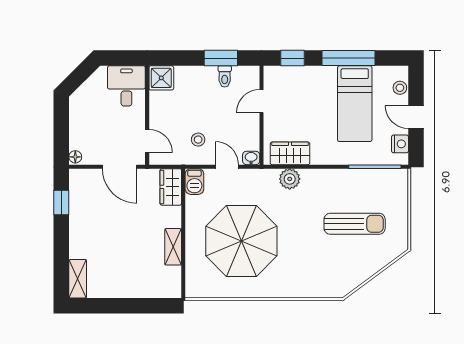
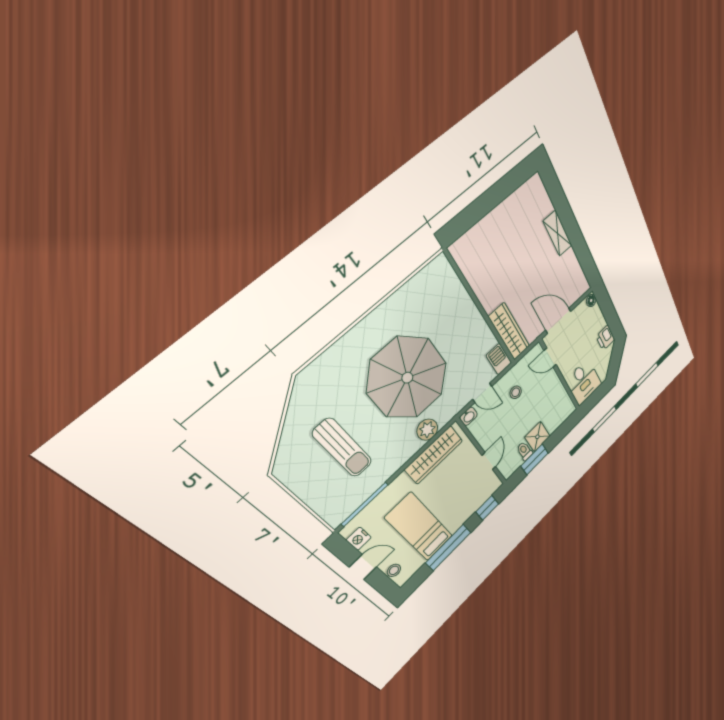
shower: (161, 78) -> (537, 437), moved
printer: (79, 108) -> (605, 338), added
wardrobe: (290, 153) -> (434, 455), width x1.50
wardrobe: (171, 187) -> (509, 332), width x1.50
window: (61, 203) -> (584, 255), removed
sun lounger: (355, 224) -> (343, 448), turned -90
parasol: (241, 241) -> (407, 378), moved
shelving: (173, 247) -> (482, 291), removed
shelving: (78, 279) -> (558, 233), moved

